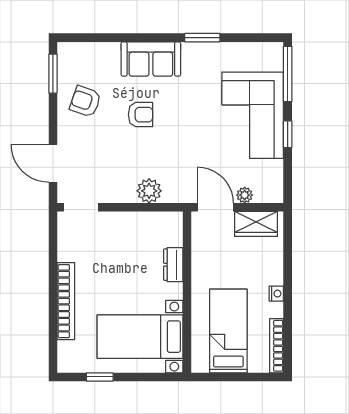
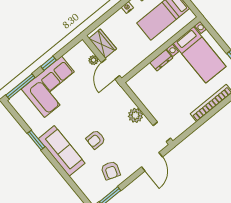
sofa: (151, 59) -> (62, 151), width x1.36
armchair: (141, 115) -> (96, 140), turned -90
plant: (149, 191) -> (135, 115), moved
dresser: (173, 265) -> (161, 60), moved

